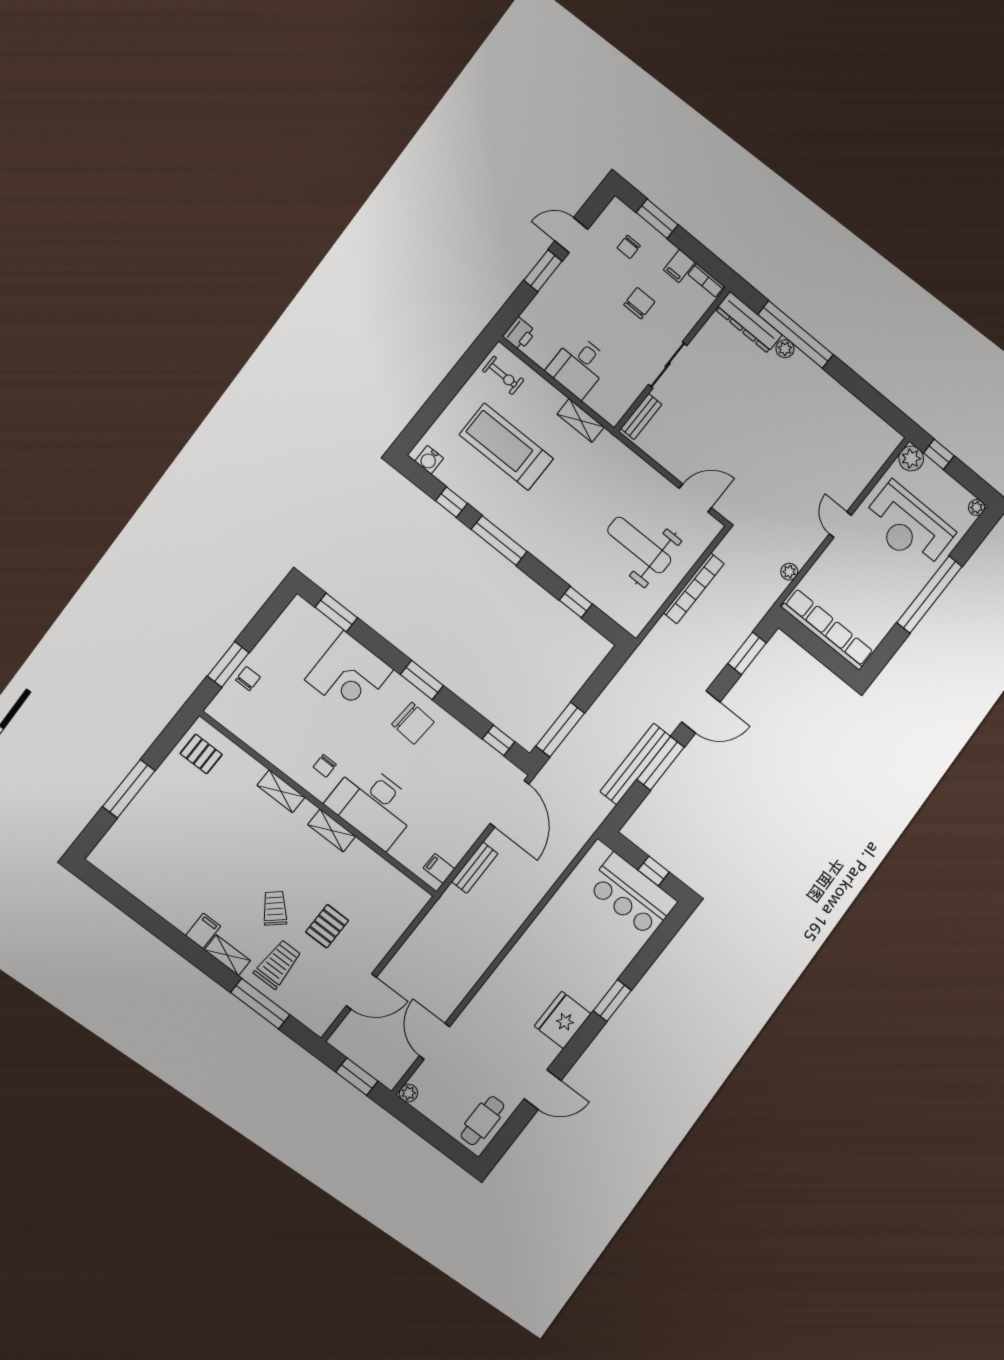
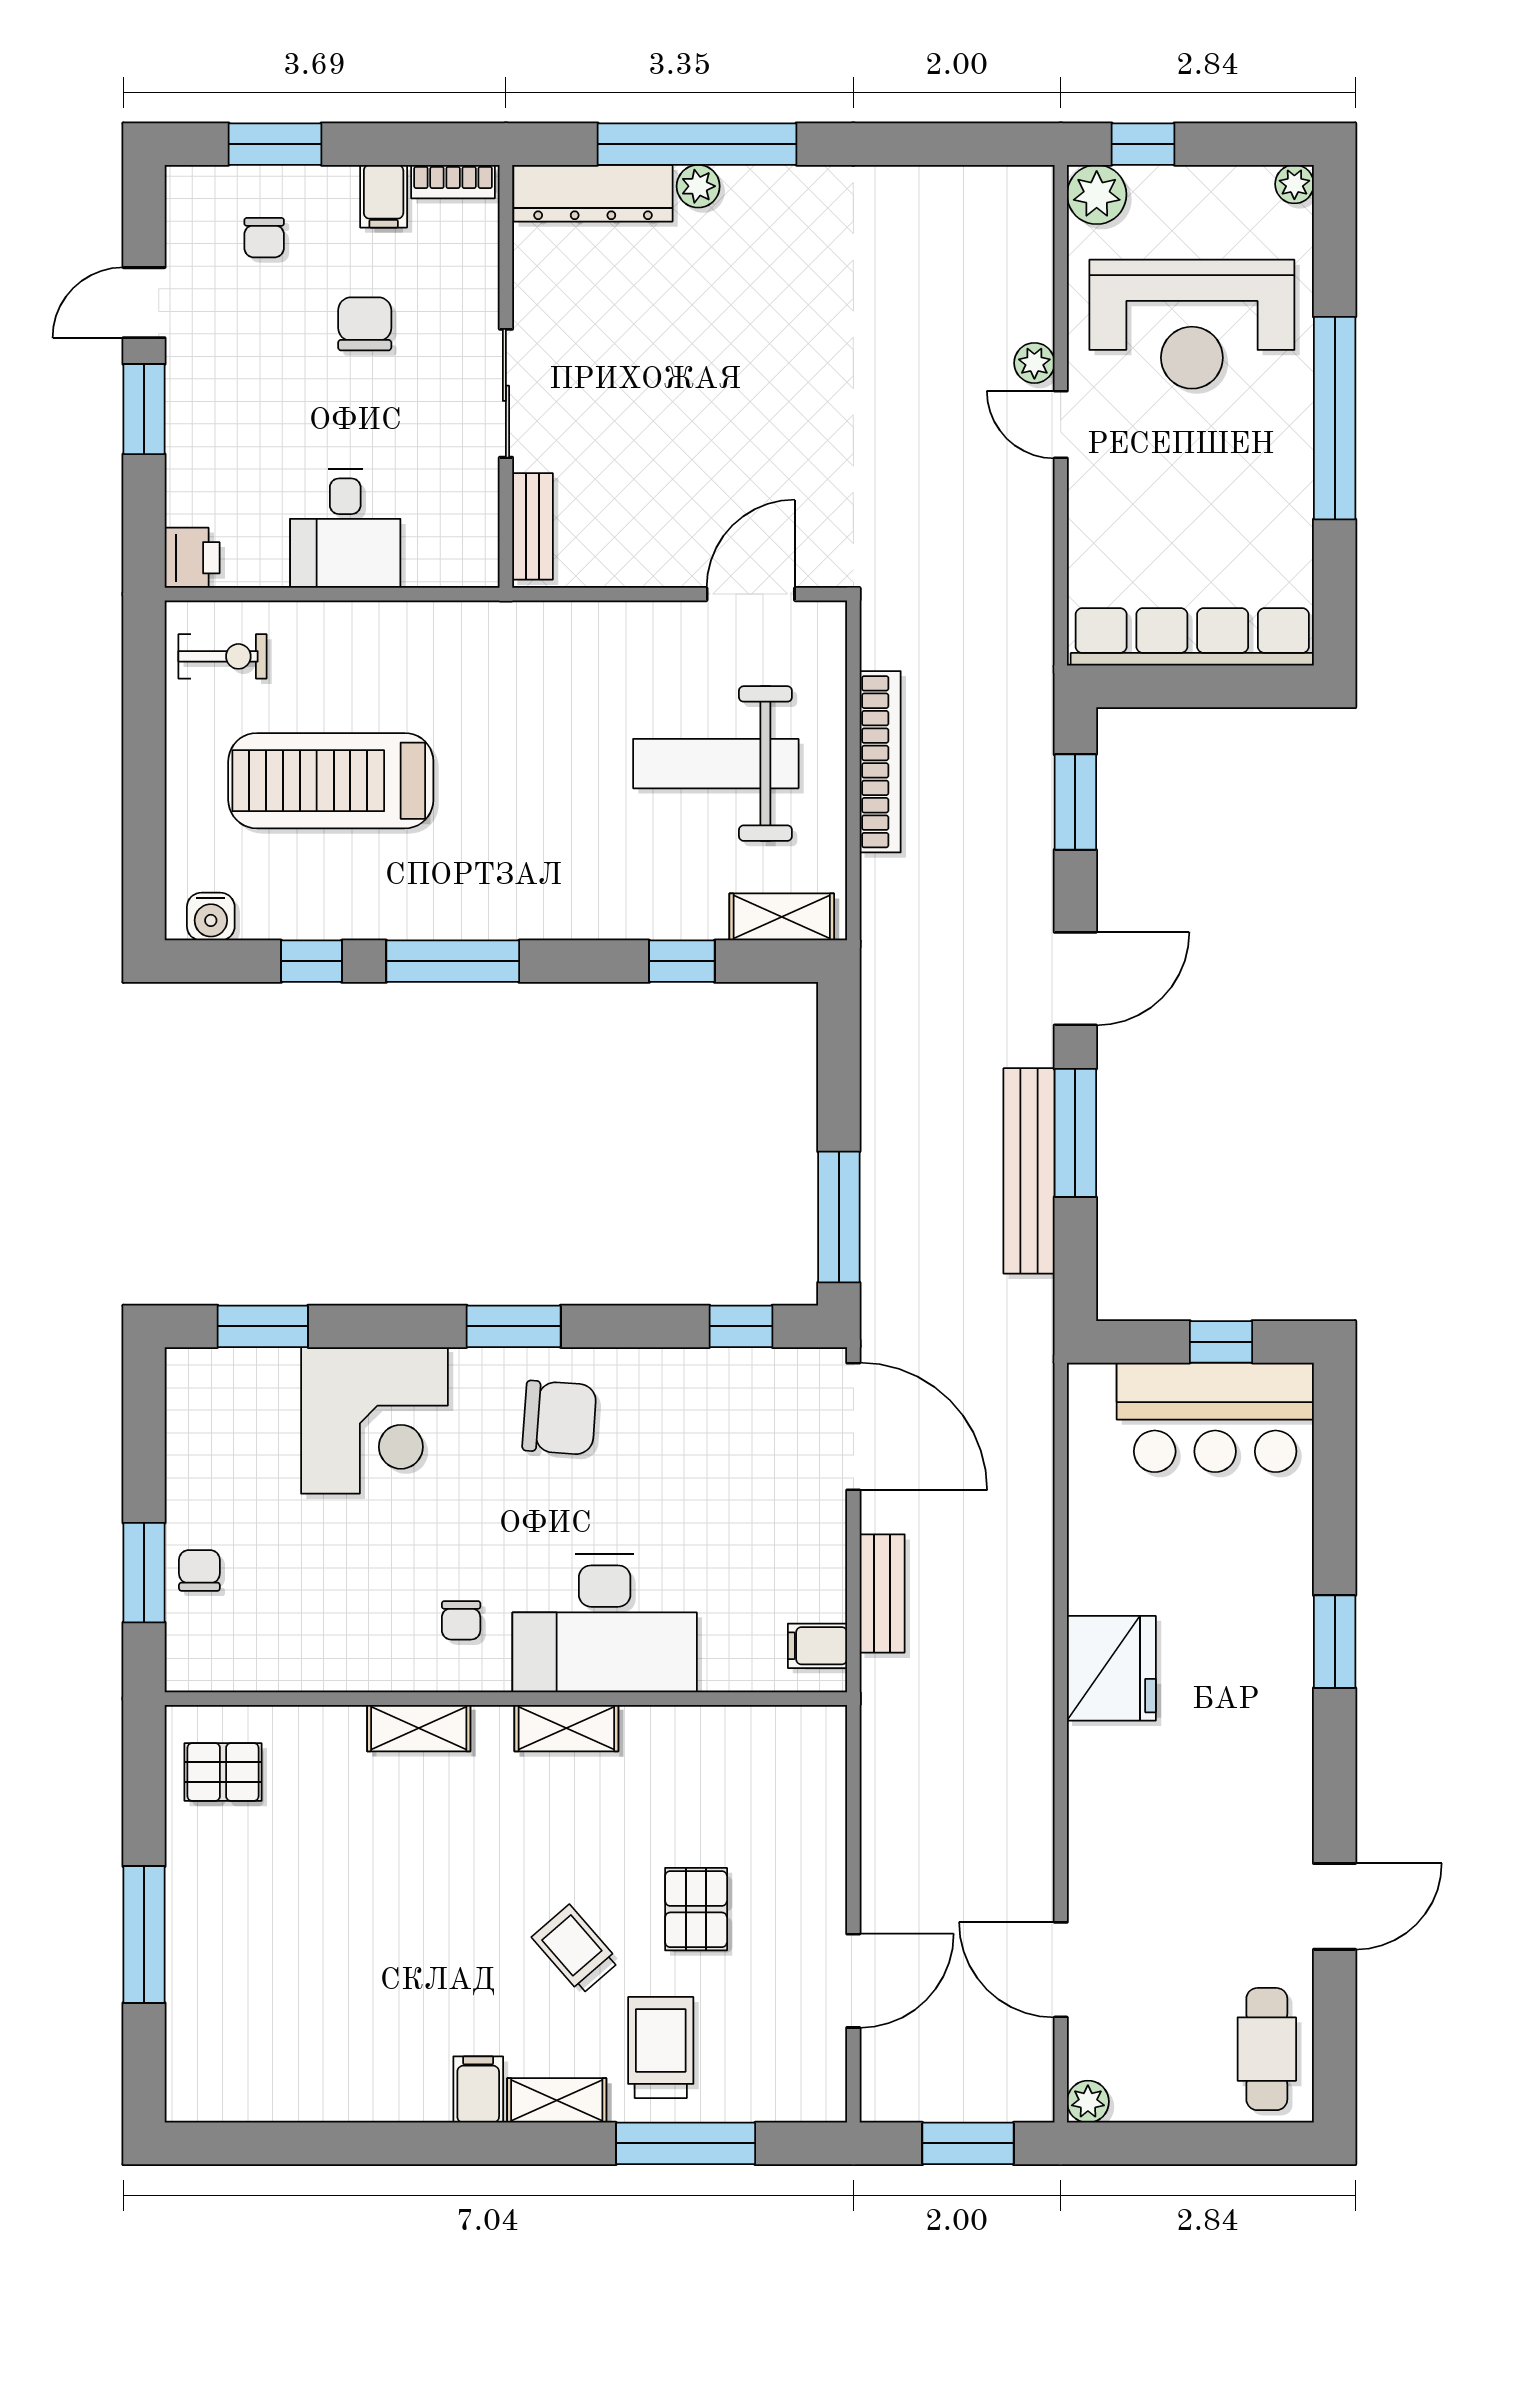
shelving: (581, 421) -> (782, 917), moved
plant: (789, 572) -> (1034, 363), moved
fridge: (563, 1020) -> (1111, 1668), moved, turned 180

